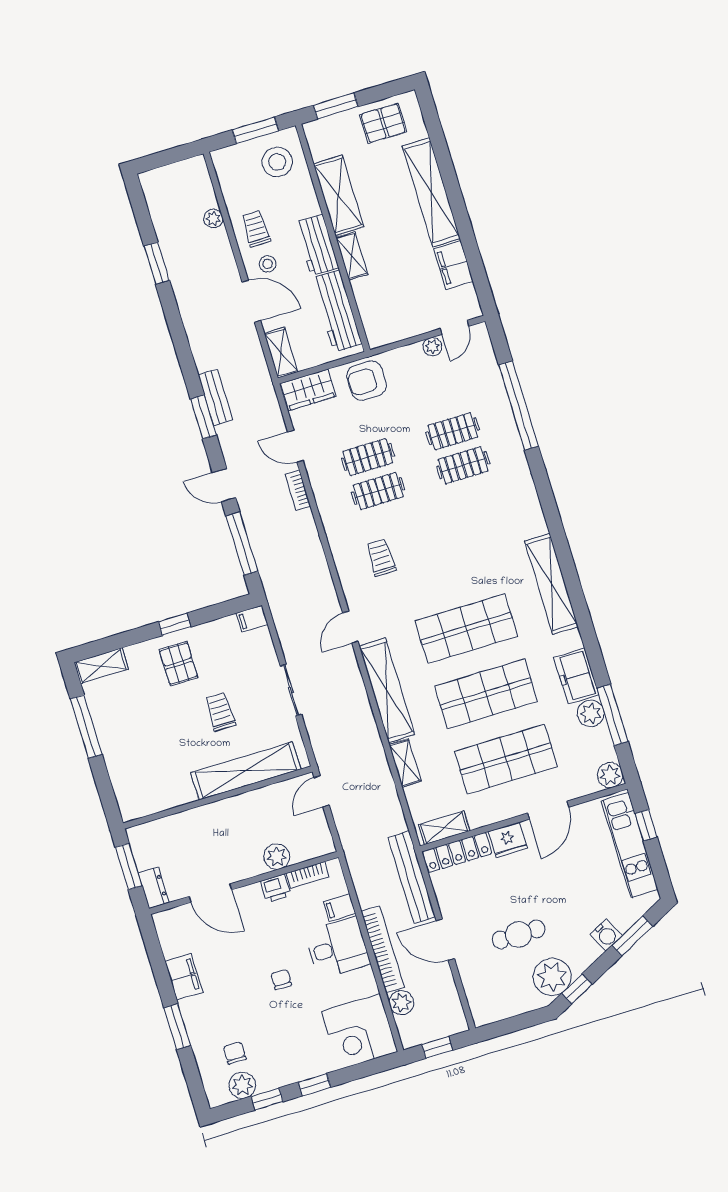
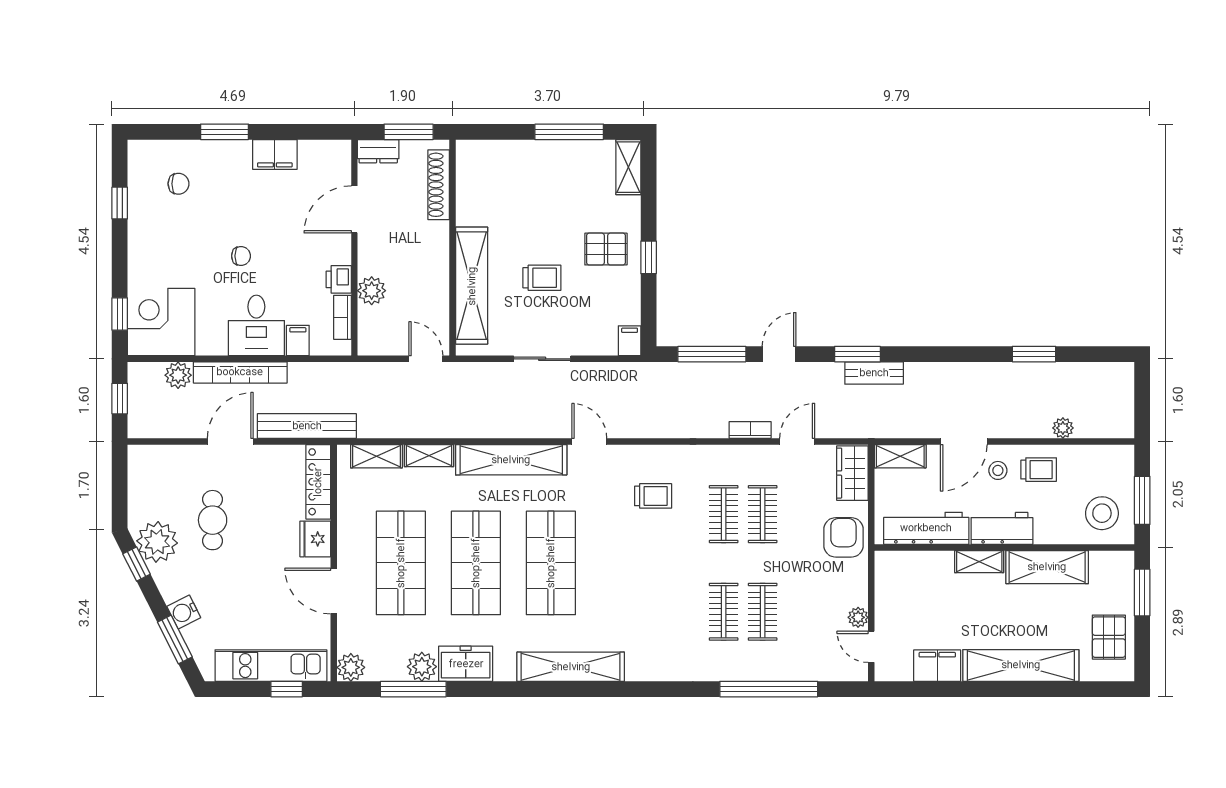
shoe rack: (167, 826) -> (439, 185), added
shelving: (444, 828) -> (376, 456), moved, turned 90
plant: (242, 1085) -> (142, 181), removed
window: (314, 1085) -> (120, 314), moved

